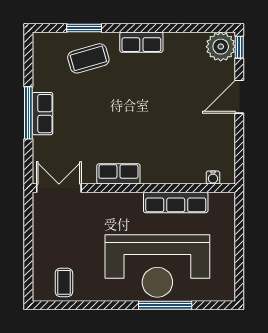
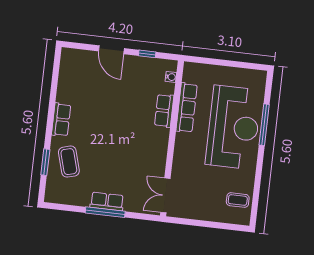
plant: (221, 47) -> (72, 60), removed
window: (239, 47) -> (147, 54), moved
row of seats: (118, 174) -> (164, 111), moved

